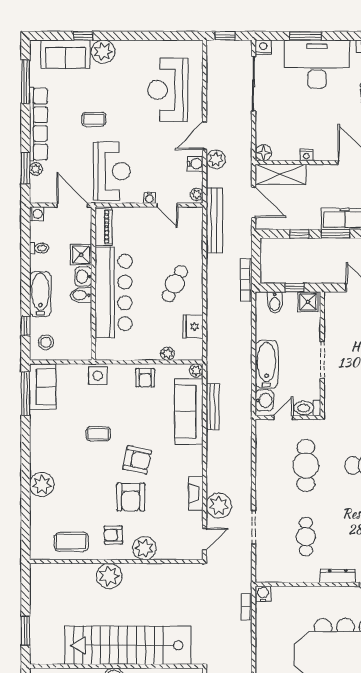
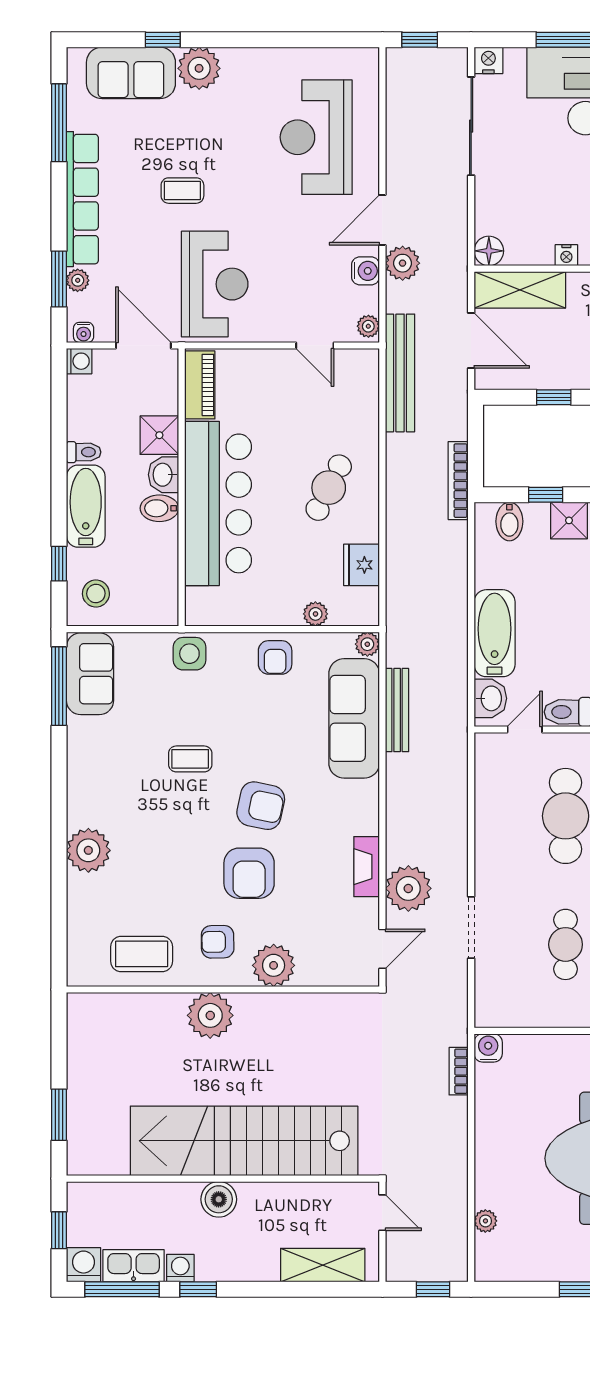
water cooler: (149, 198) -> (84, 332), moved
toilet: (39, 248) -> (84, 452), moved

